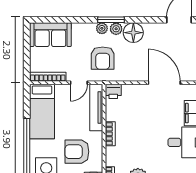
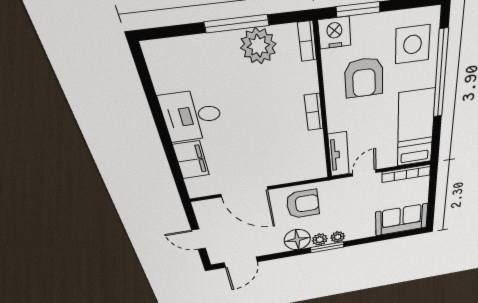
armchair: (103, 58) -> (303, 204), moved, turned 90
printer: (113, 91) -> (316, 170), removed
tv unit: (96, 107) -> (339, 154), width x0.71
armchair: (77, 152) -> (364, 78), turned 90

